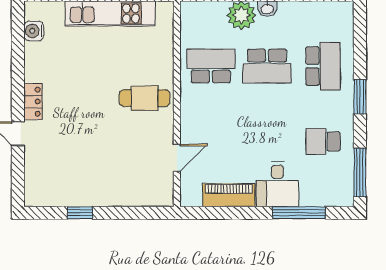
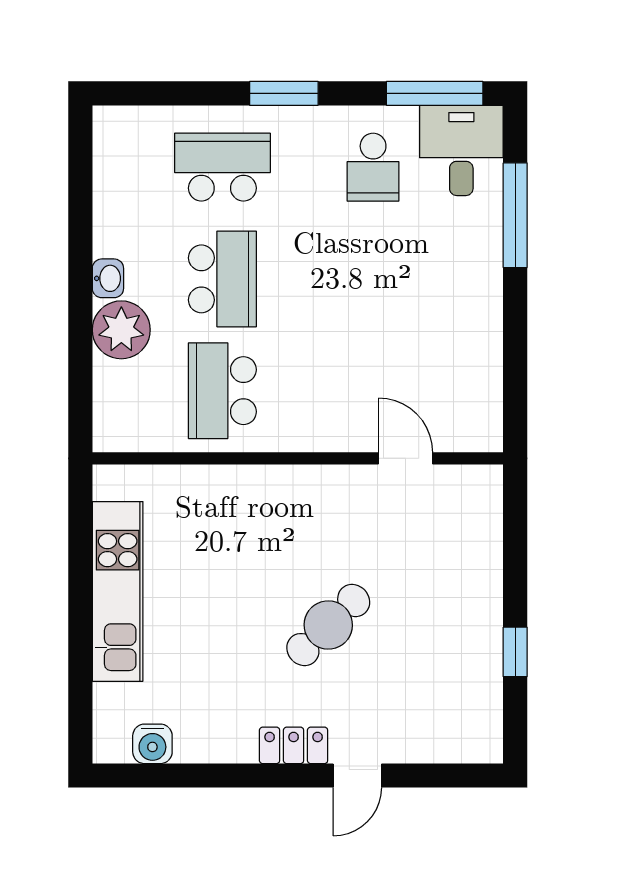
cafe table: (145, 98) -> (328, 625), moved, turned 46
desk: (277, 184) -> (461, 150), moved, turned -90
piano: (229, 195) -> (480, 355), removed

